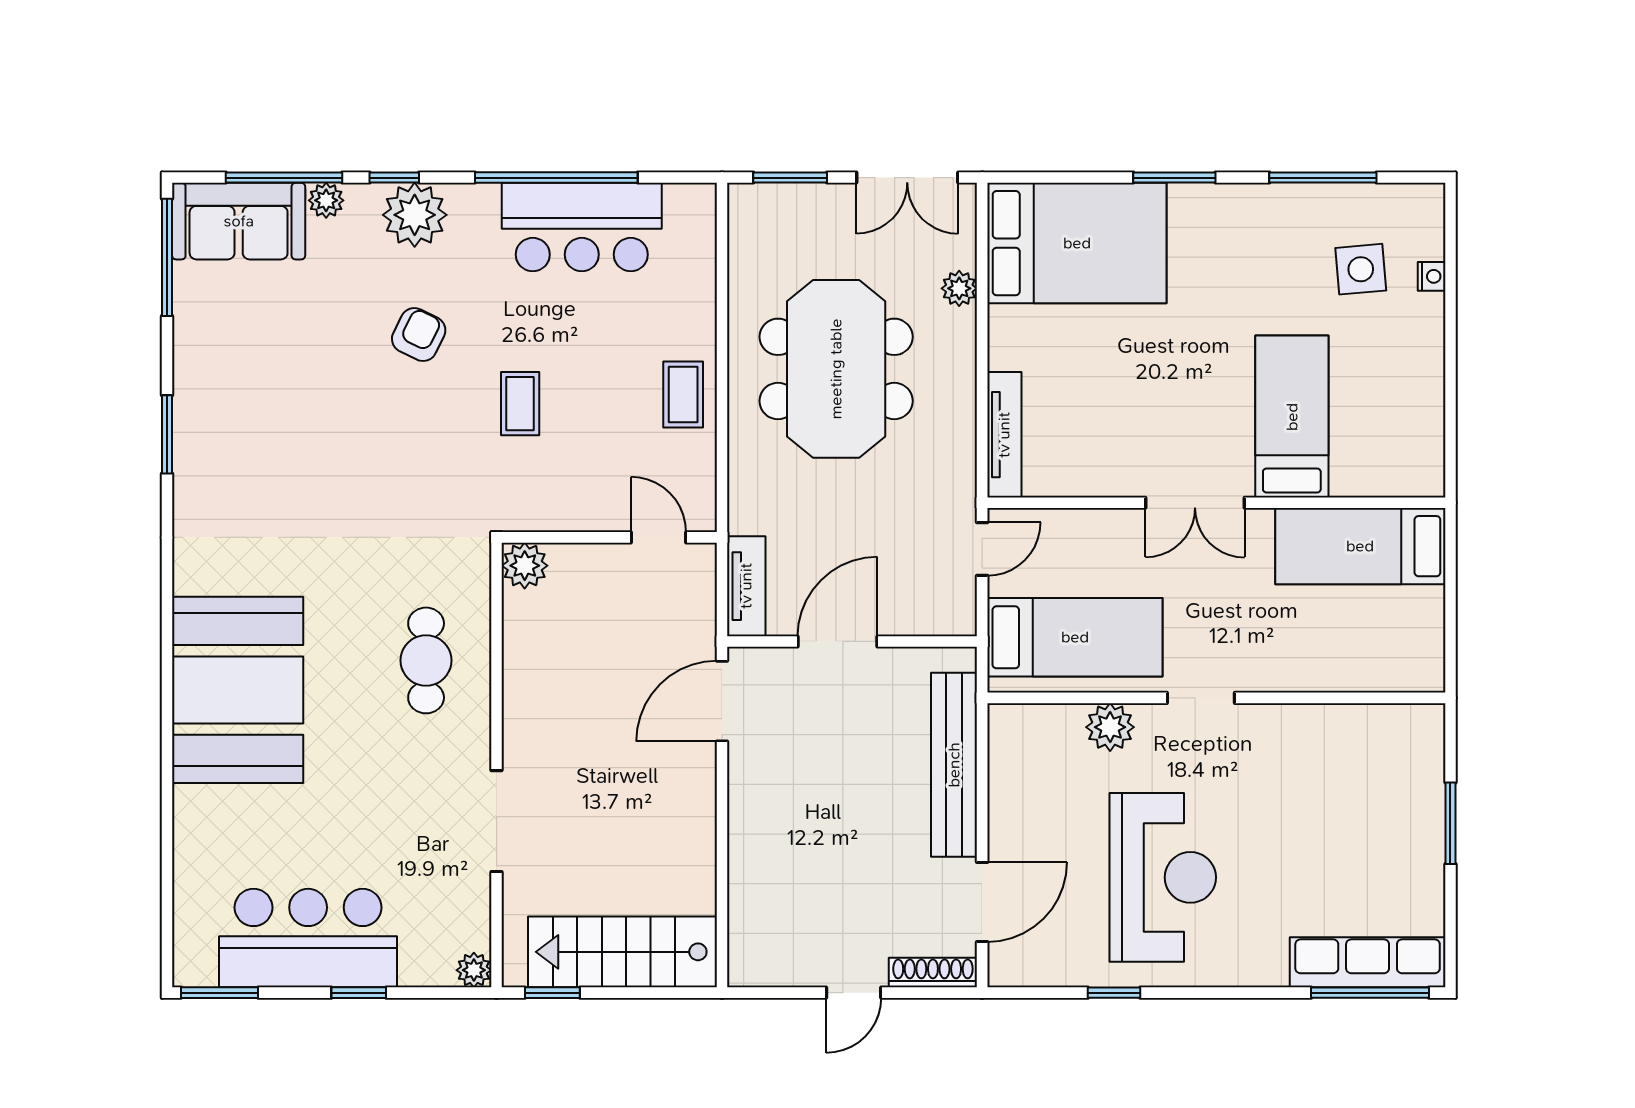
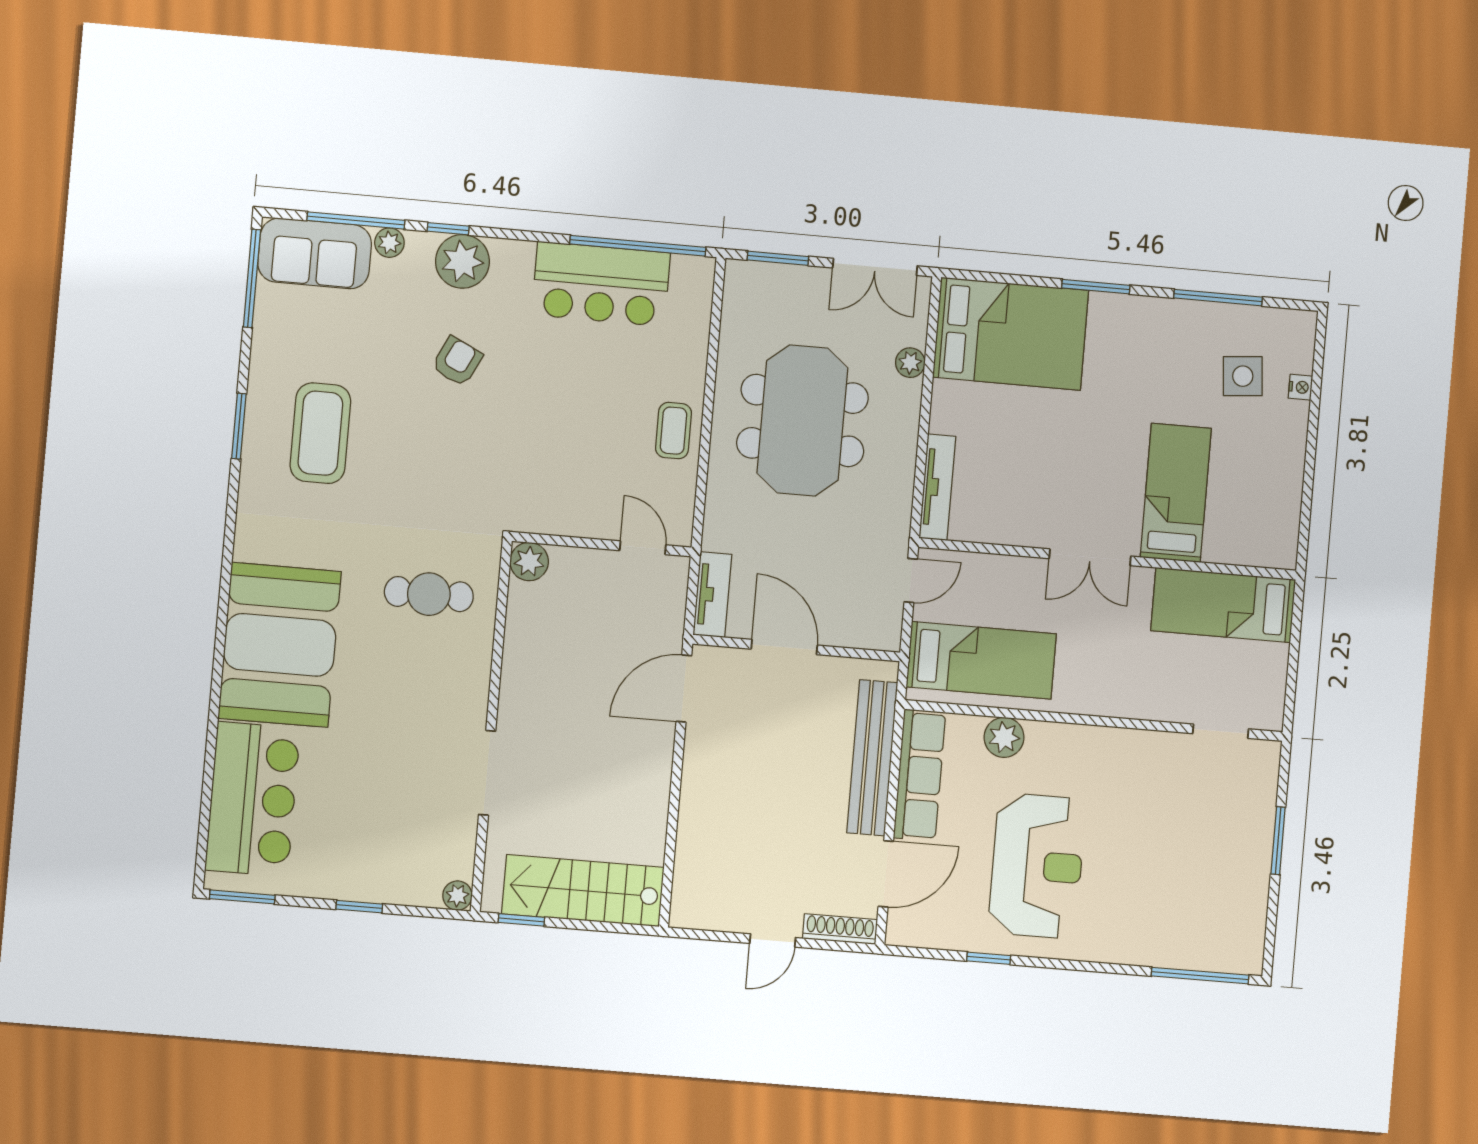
window: (556, 178) -> (638, 246), moved
coffee table: (520, 404) -> (320, 433), moved, width x1.86, depth x1.72
door: (838, 641) -> (784, 647), hinge flipped
cafe table: (426, 660) -> (429, 594), moved, turned 90
doorway: (1201, 698) -> (1221, 731), moved
bar counter: (308, 938) -> (253, 799), moved, turned 90
row of seats: (1368, 962) -> (920, 775), moved, turned 90

